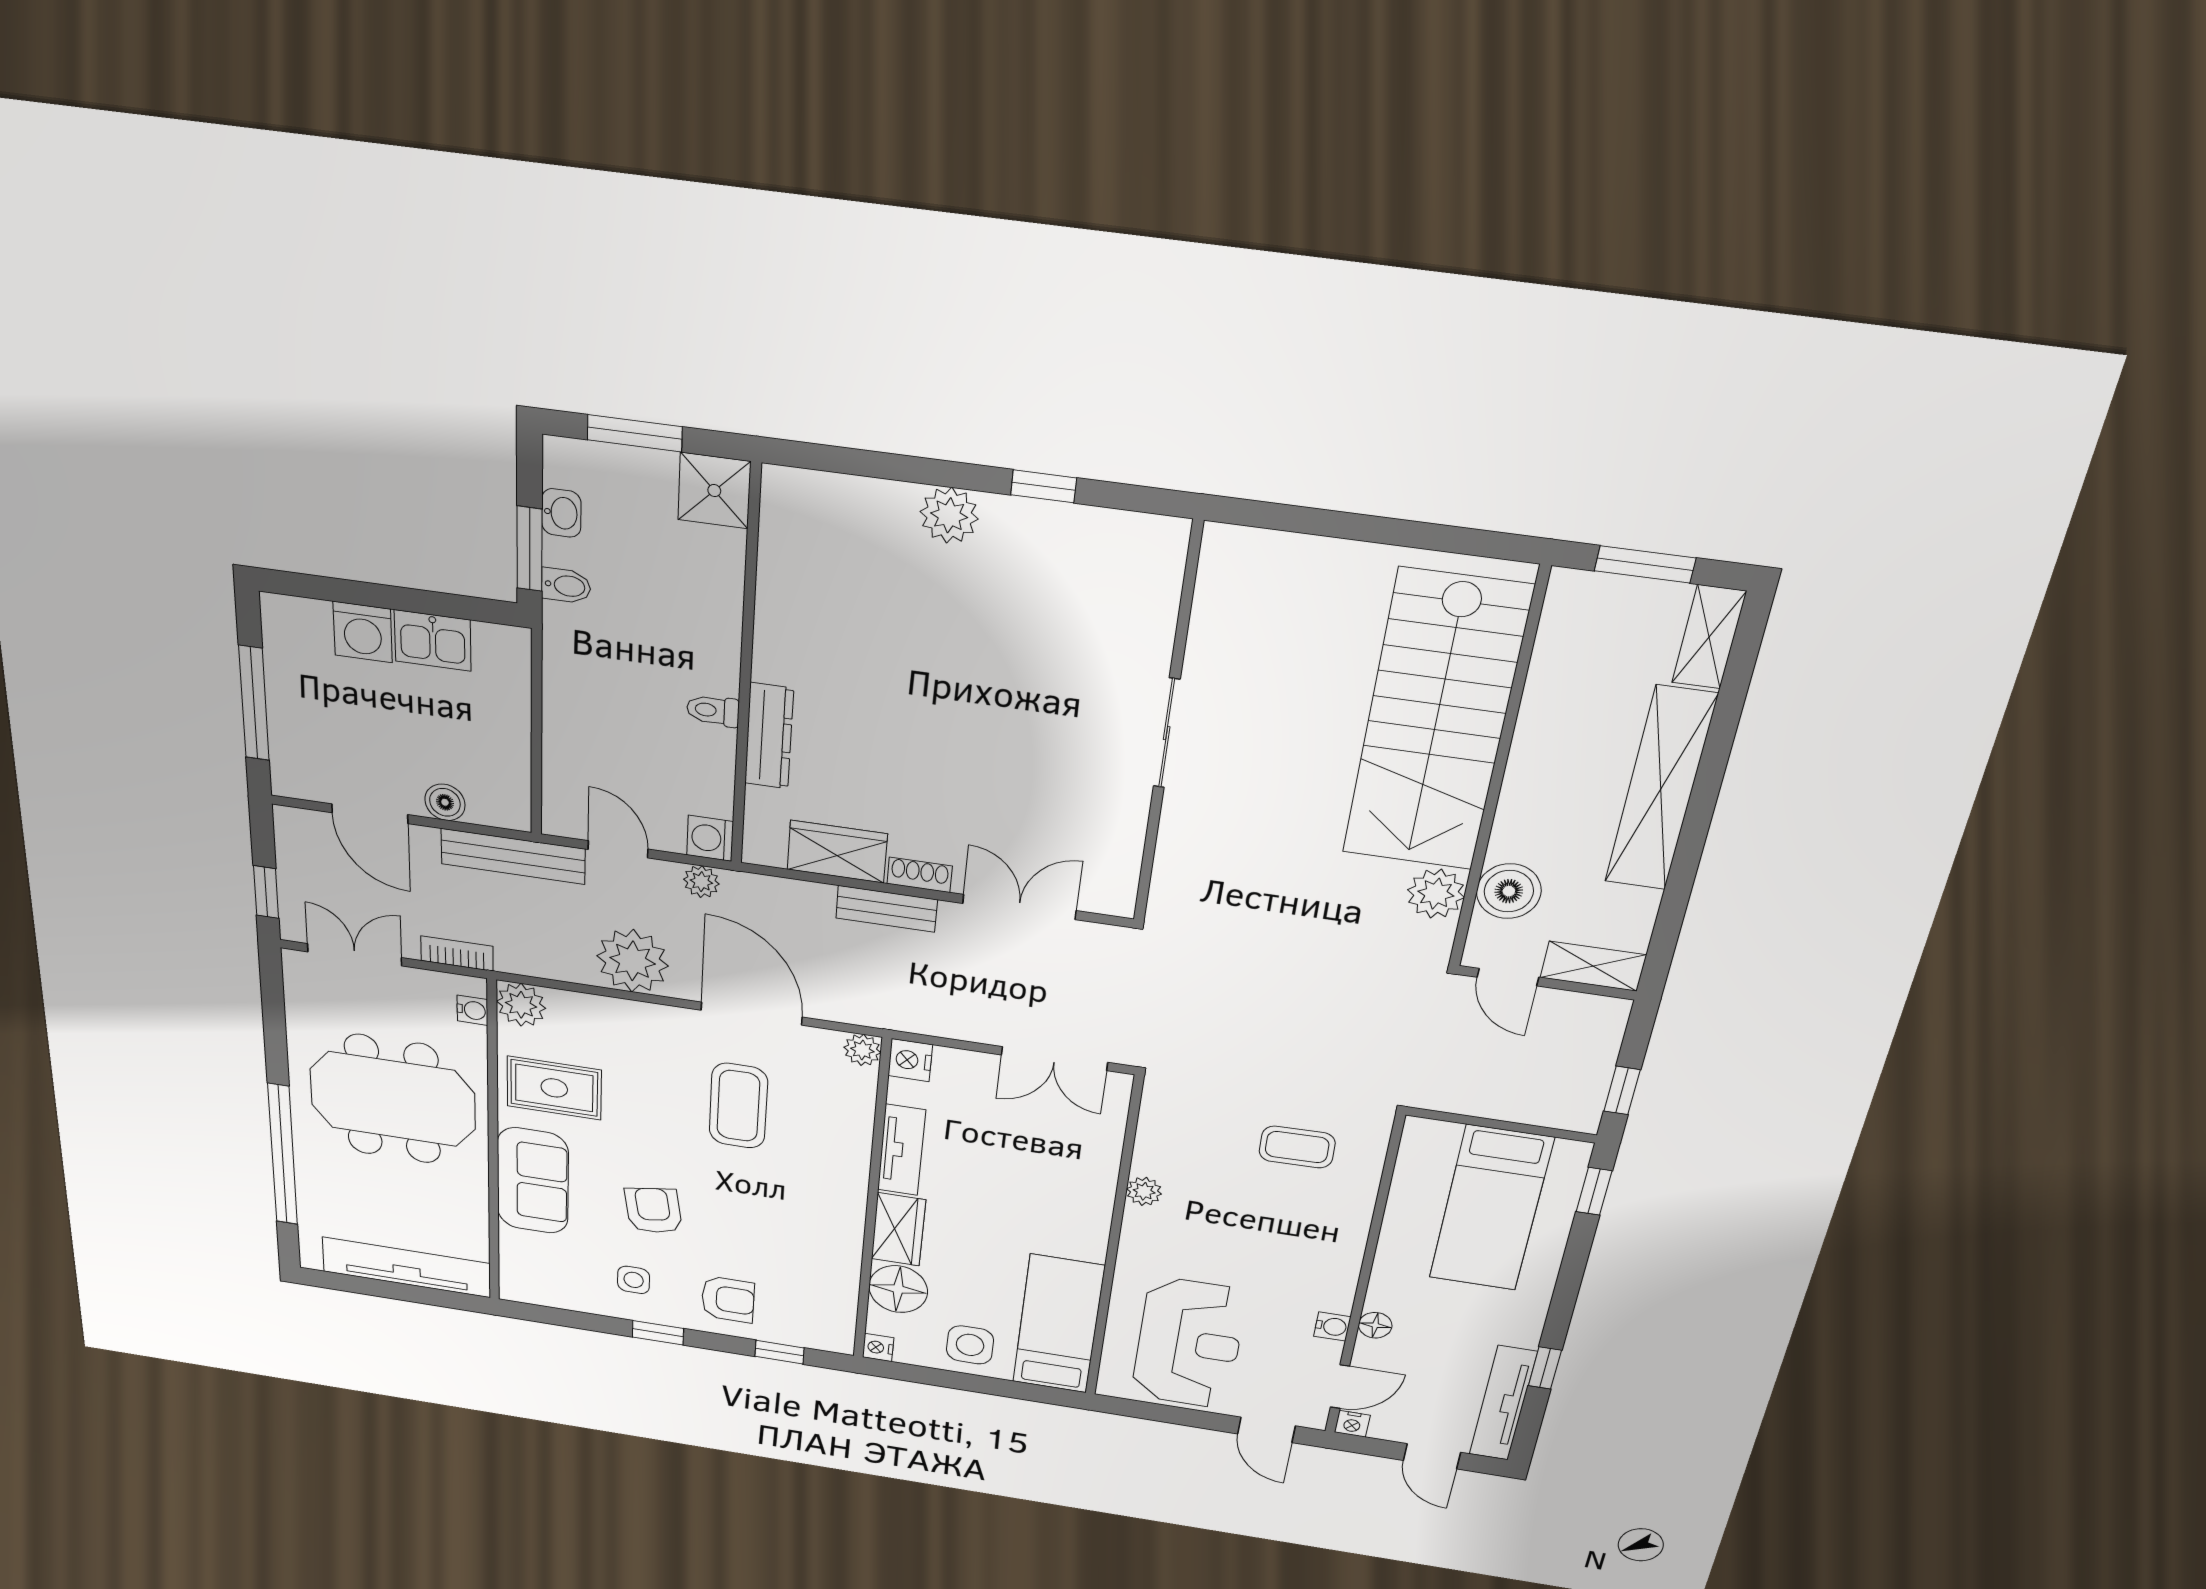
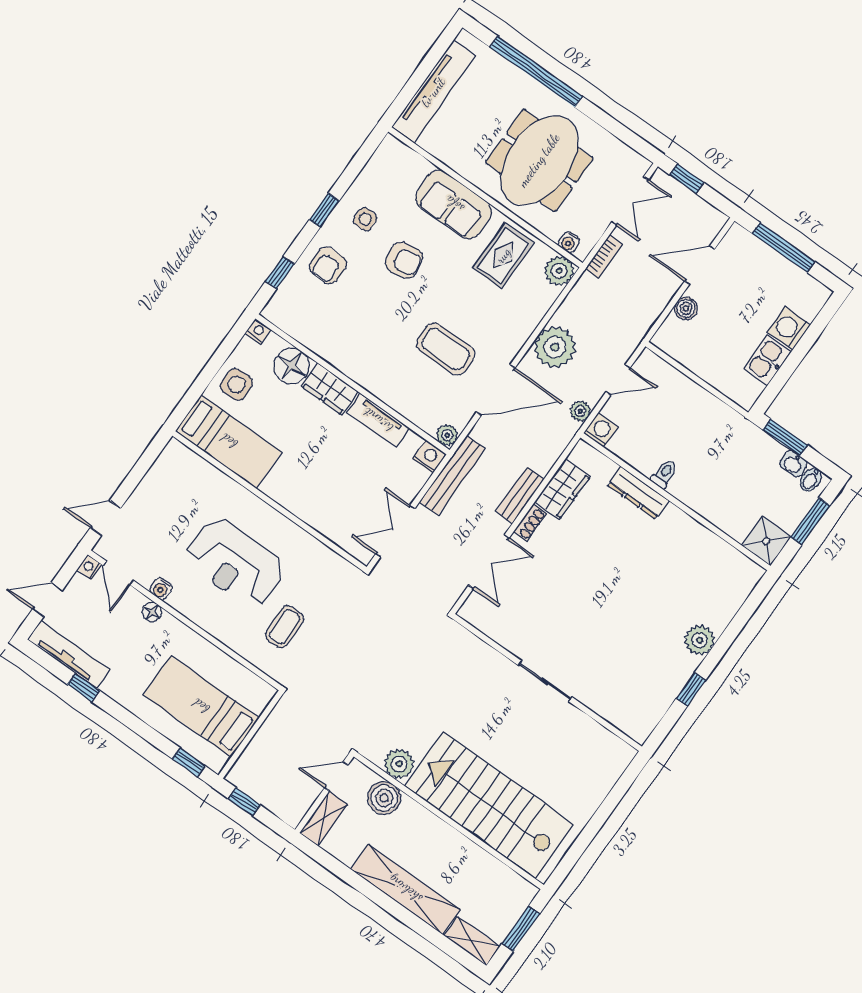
bidet: (566, 586) -> (811, 480), moved
bench: (513, 856) -> (452, 475), moved
plant: (1144, 1191) -> (293, 534), removed
reception desk: (1189, 1343) -> (235, 563), moved

